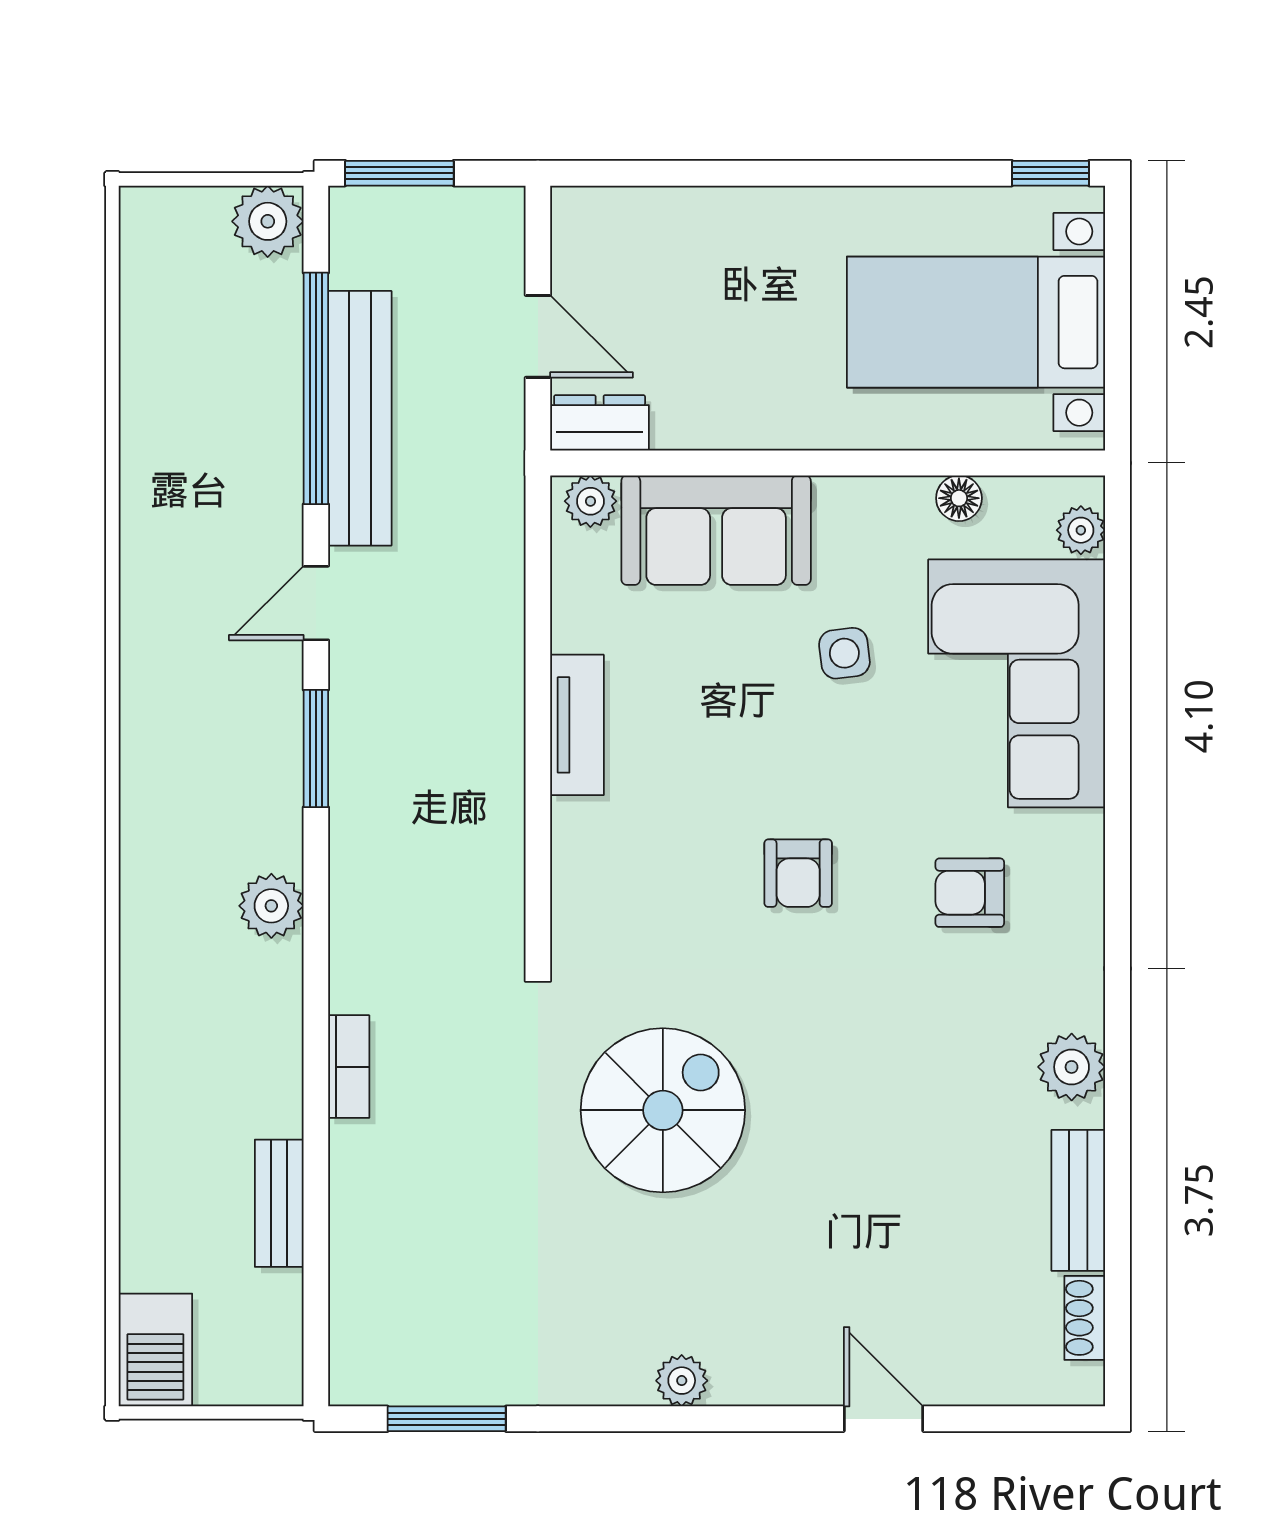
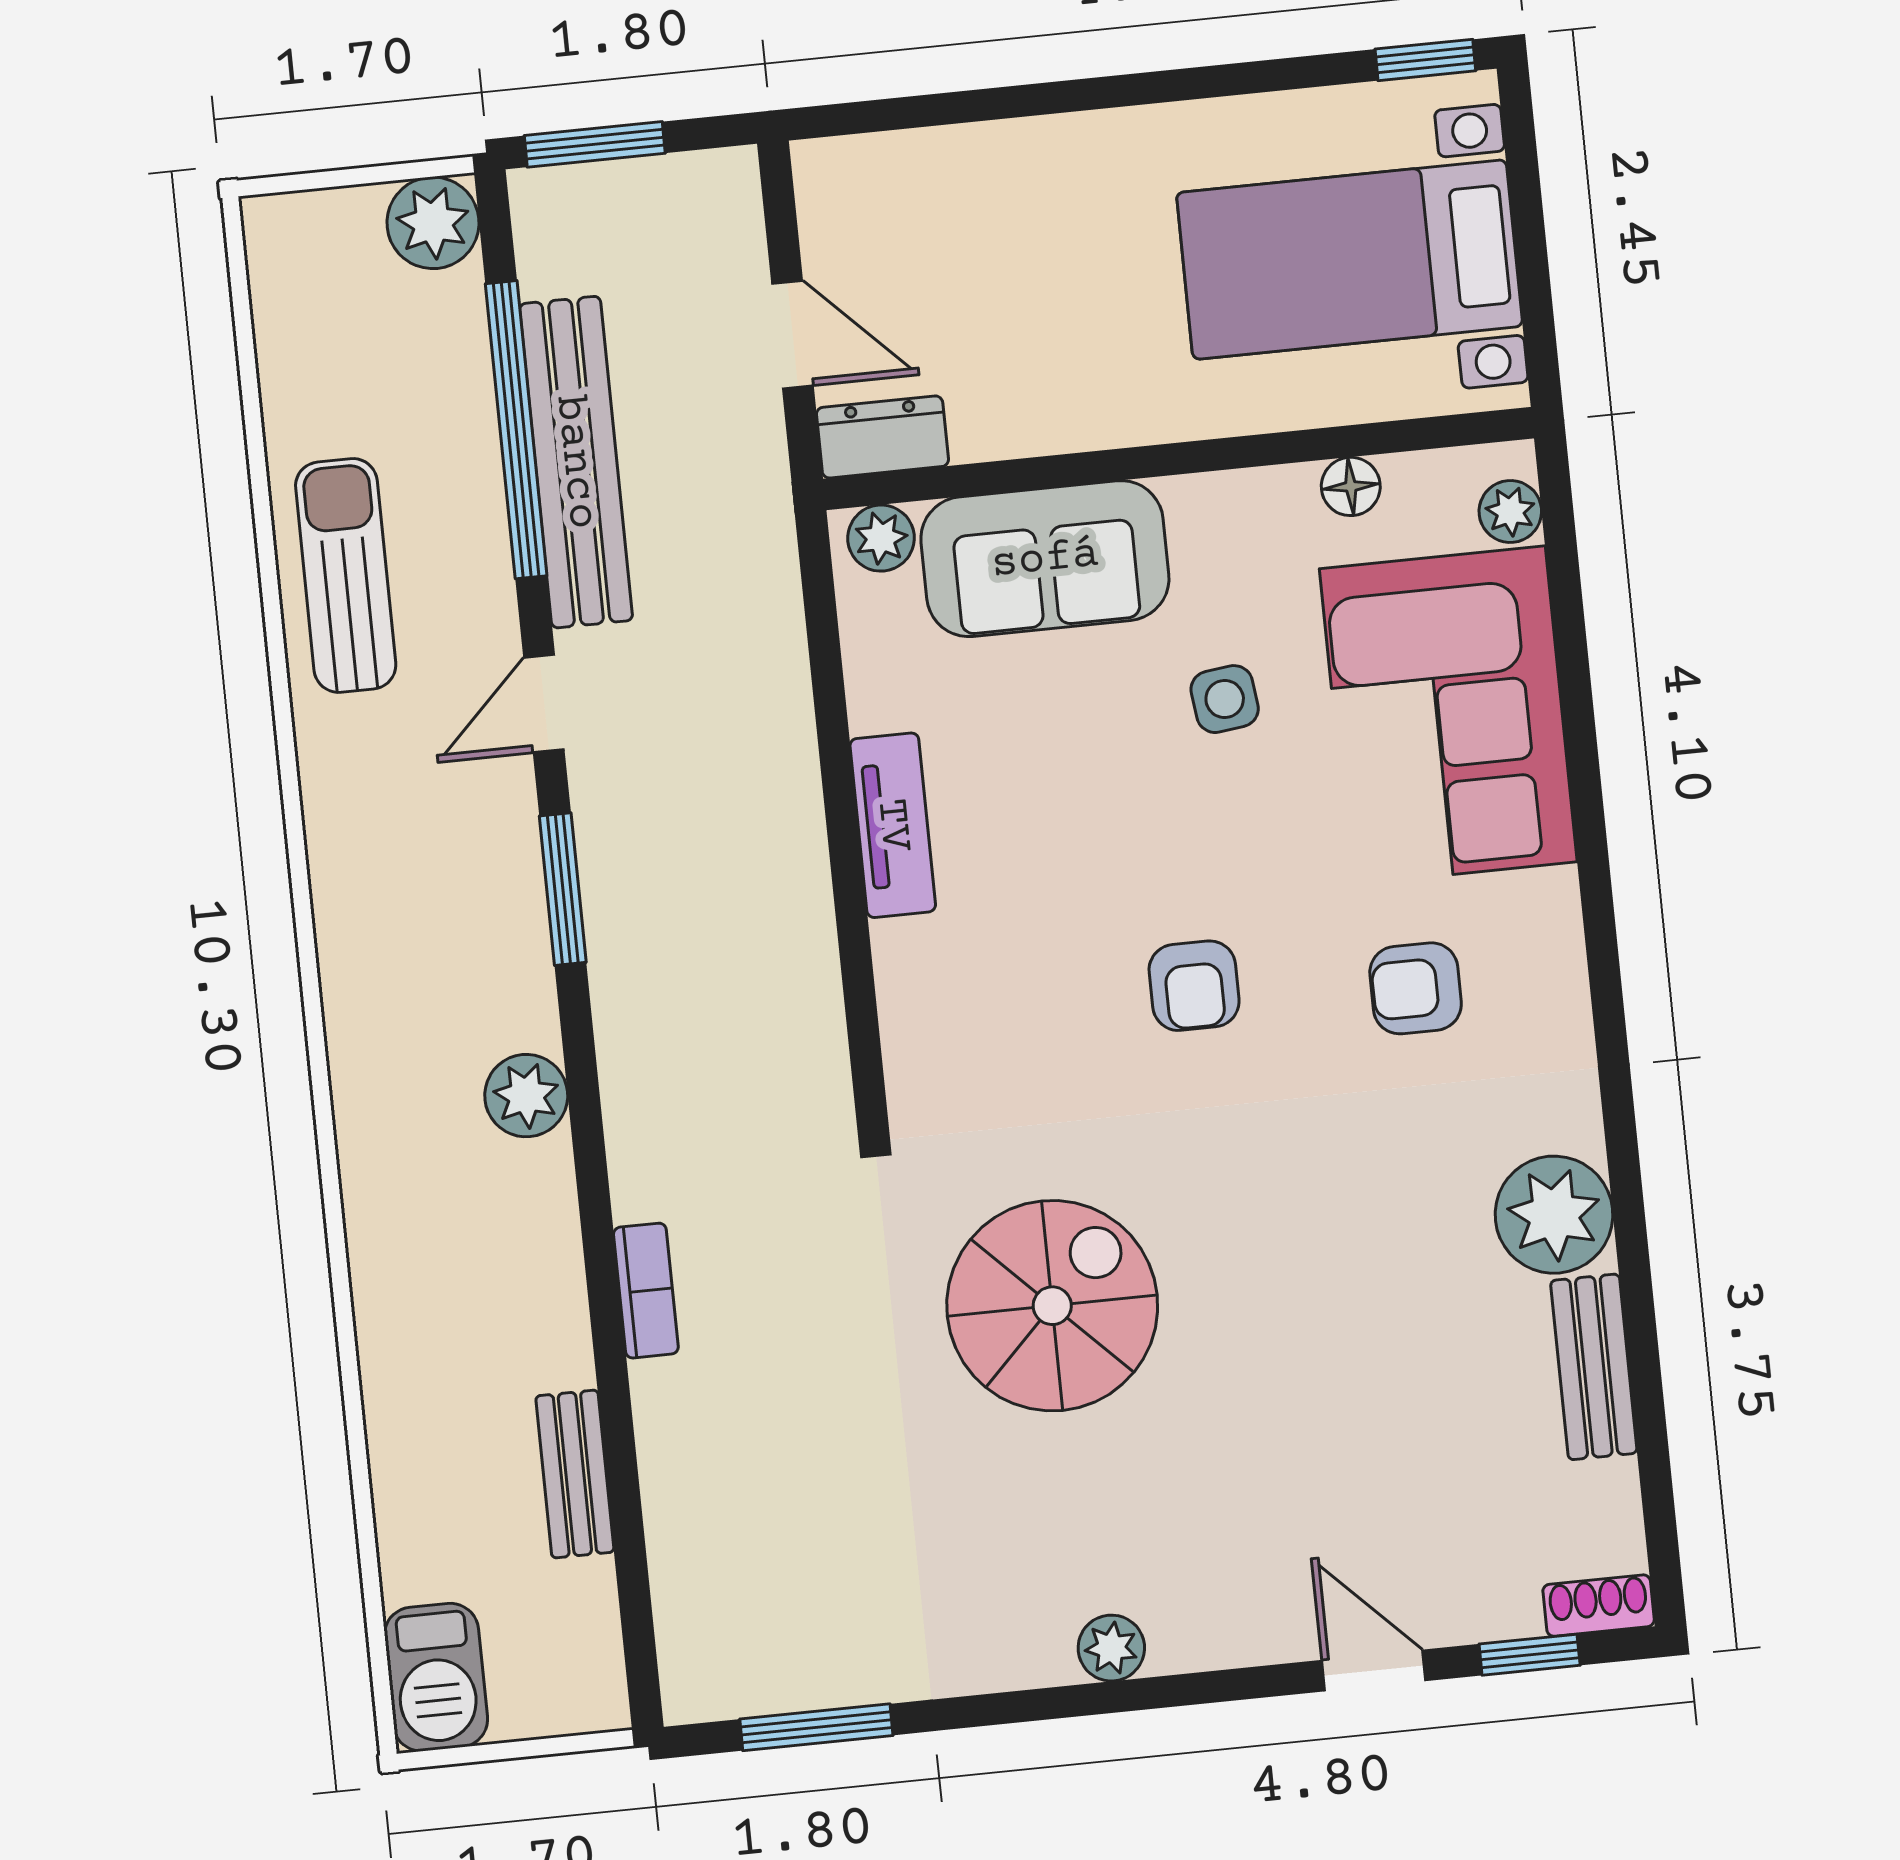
sun lounger: (172, 488) -> (346, 575), added
plant: (1072, 1067) -> (1554, 1215), width x1.36, depth x1.36
shoe rack: (1085, 1318) -> (1599, 1606), moved, turned 90
window: (1006, 1419) -> (1530, 1655), added

